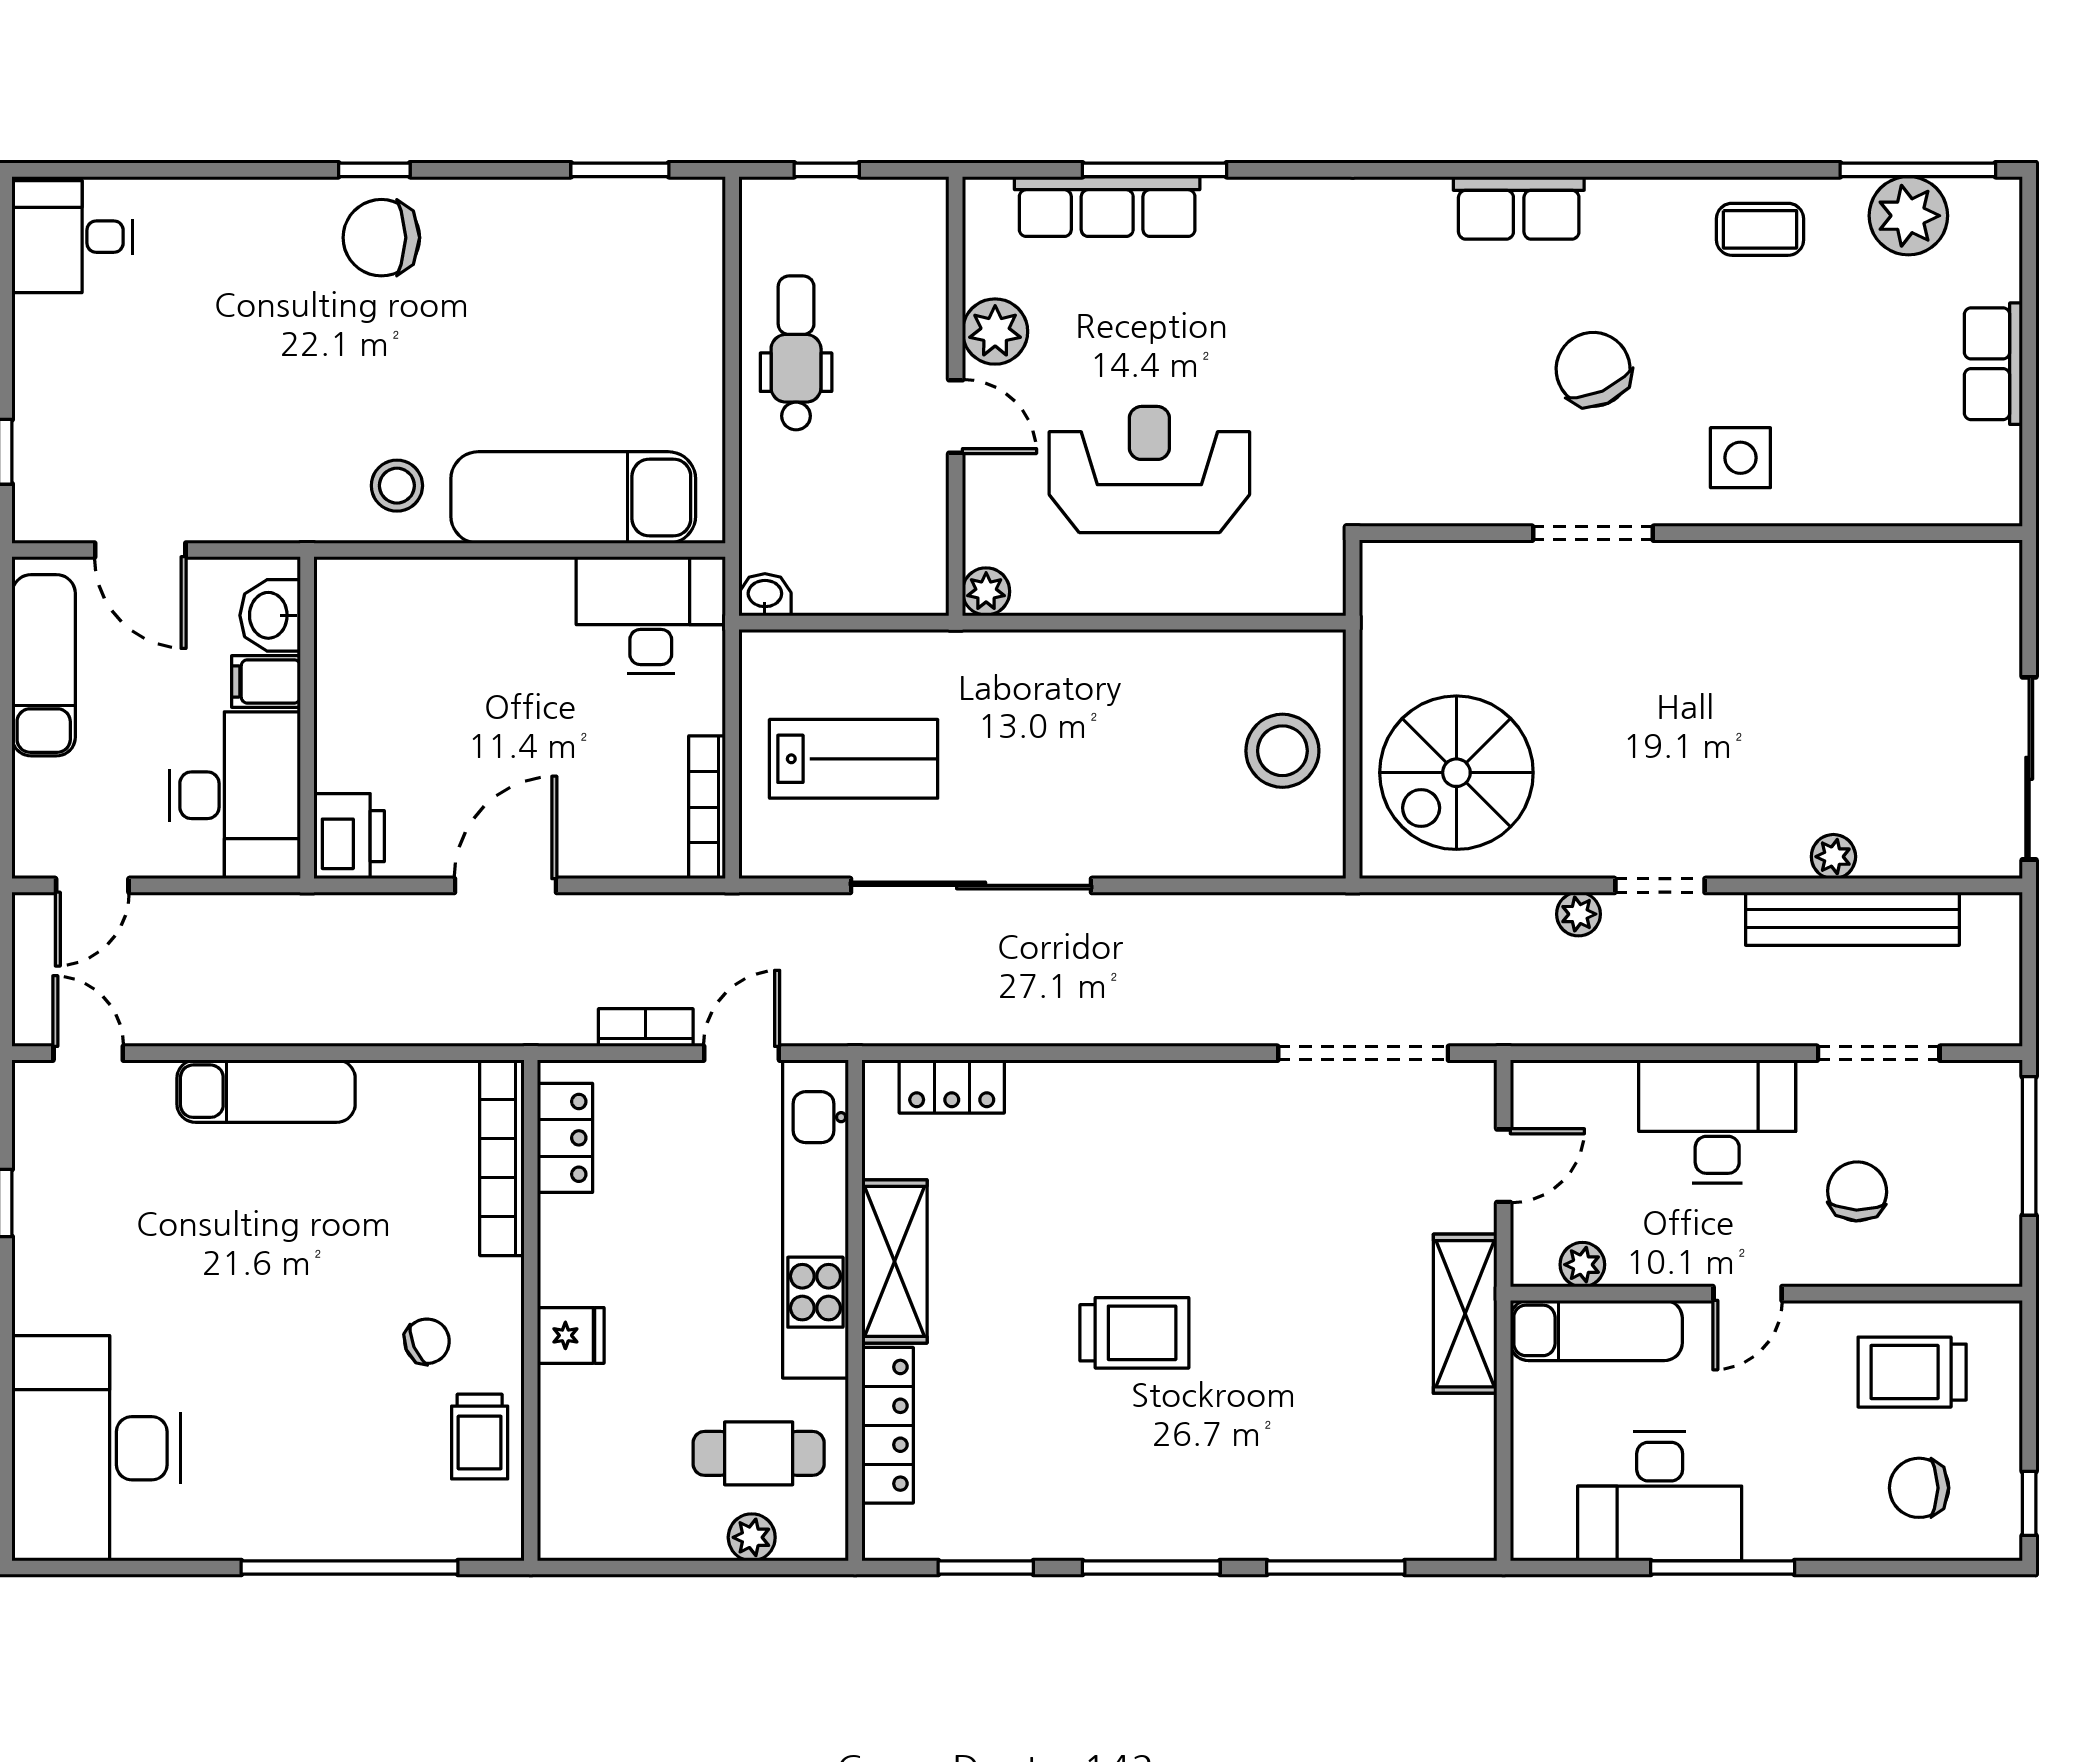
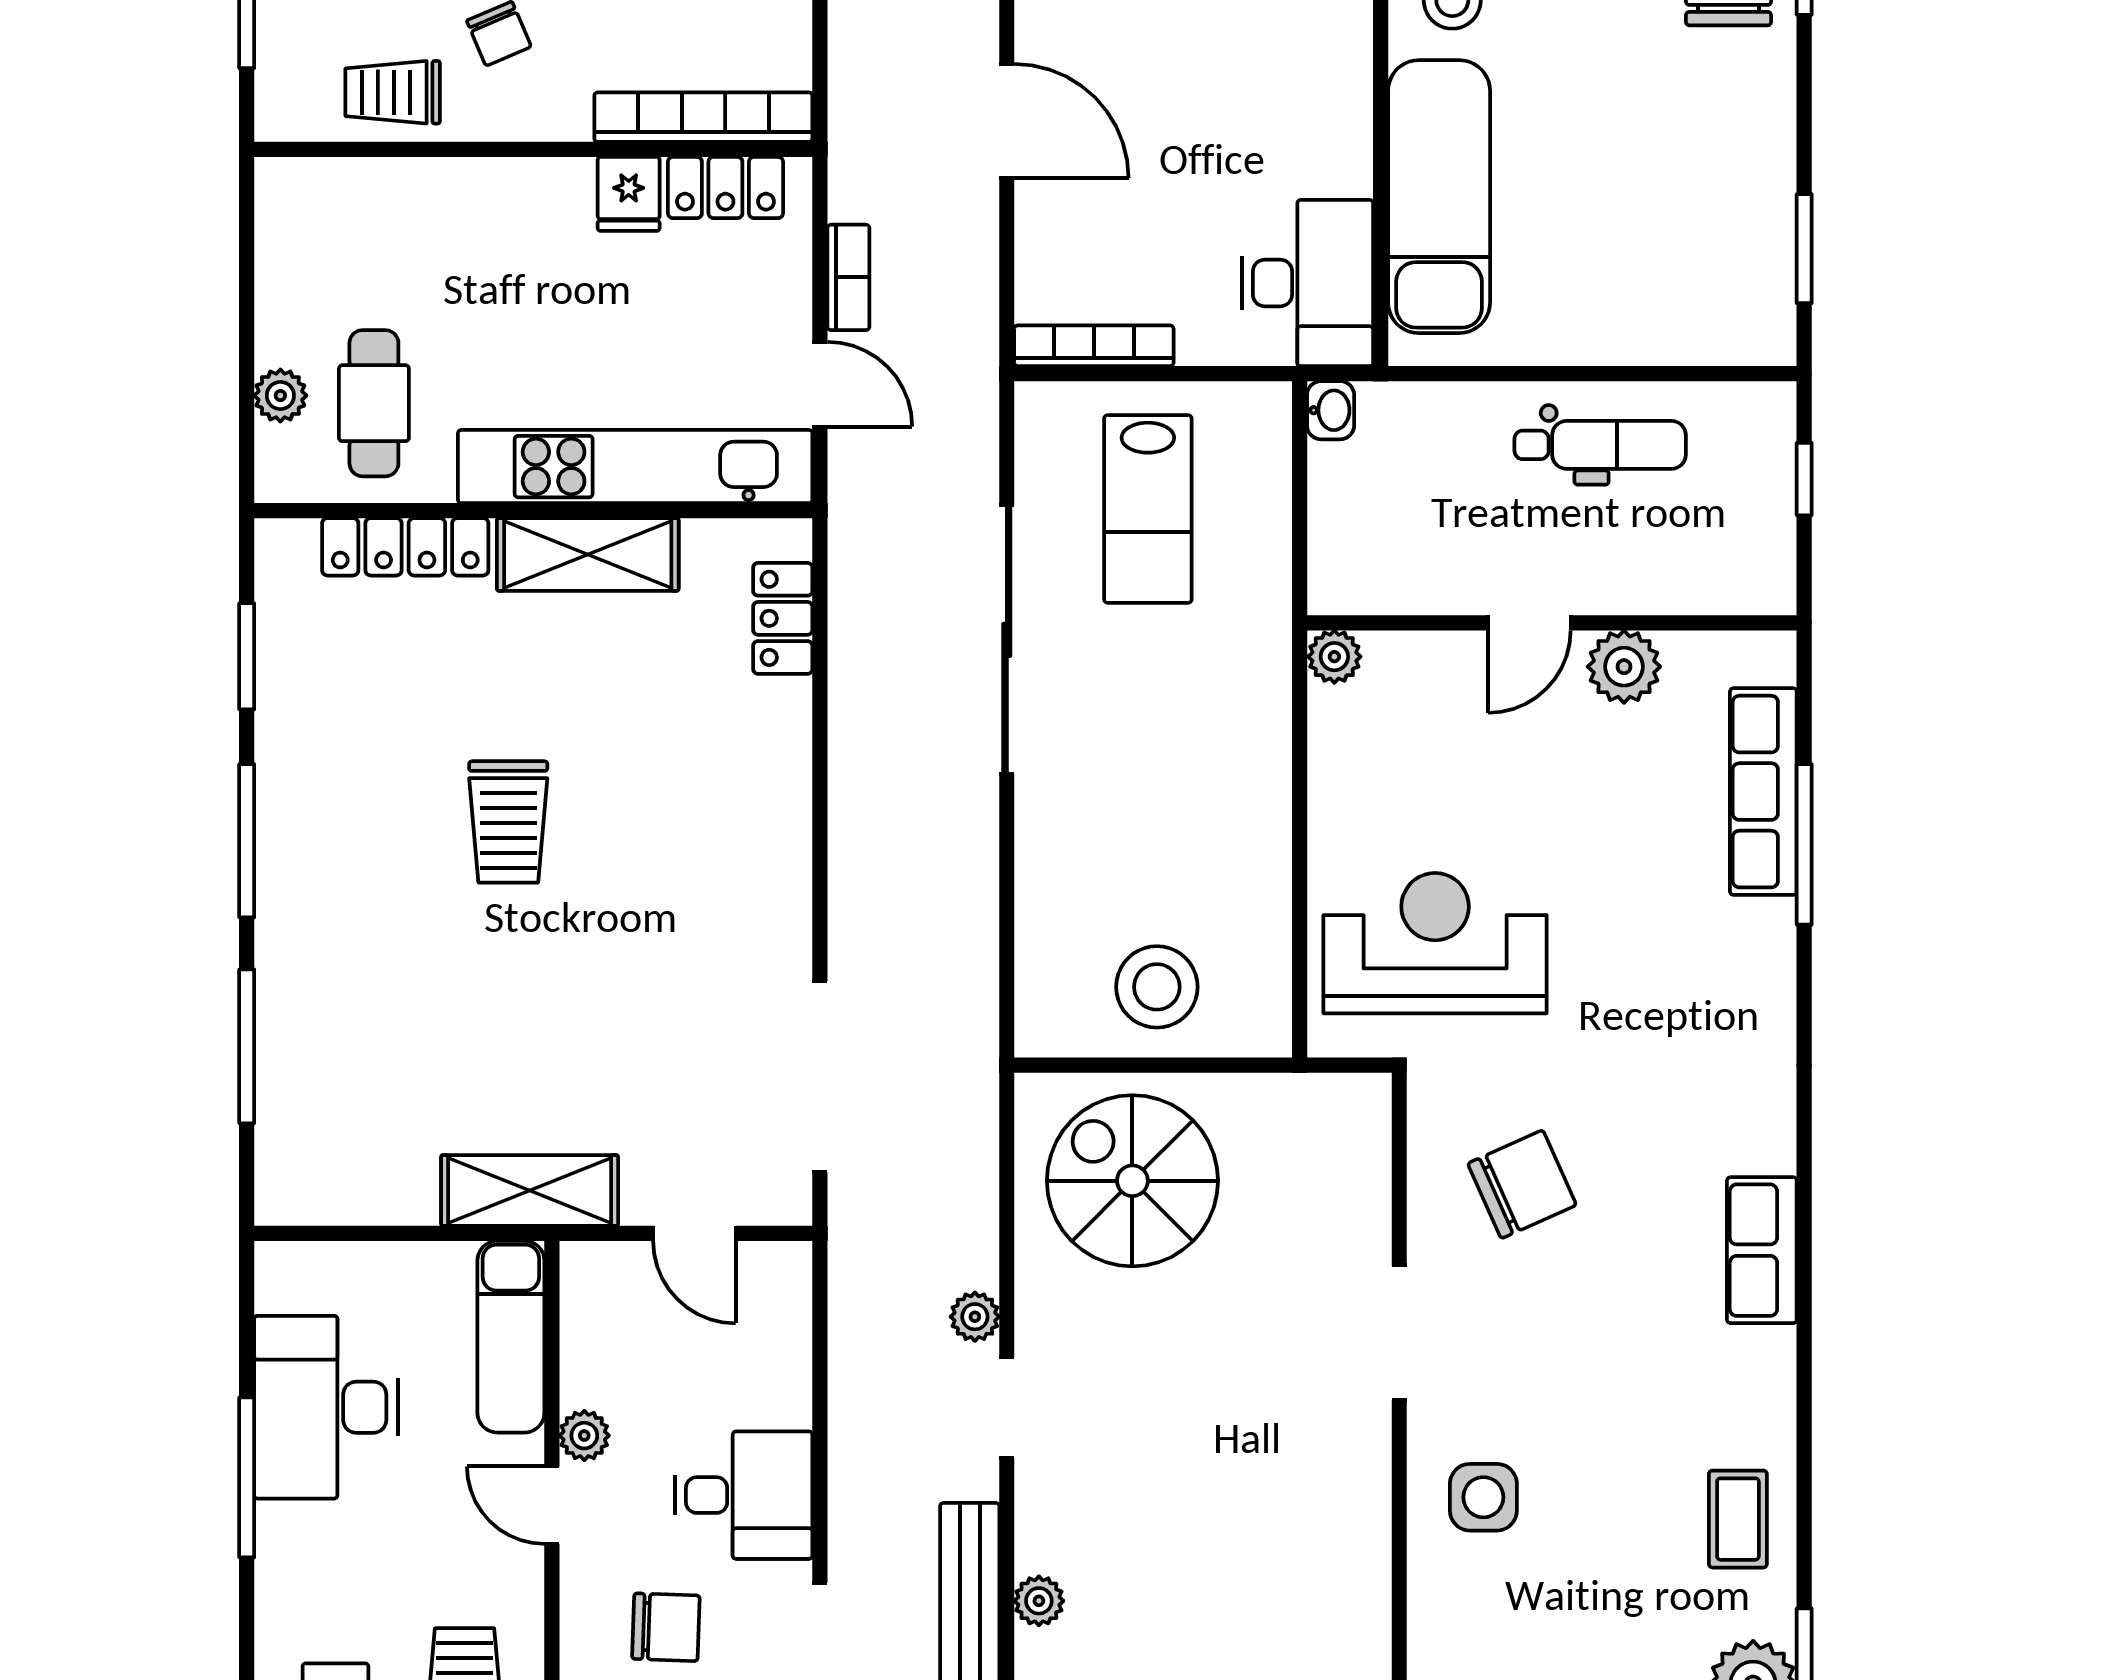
chair: (1593, 369) -> (1522, 1184), moved
reception desk: (1149, 470) -> (1435, 943), moved, turned -90
desk: (1717, 1122) -> (744, 1495), width x0.73
plant: (1582, 1265) -> (584, 1436), moved
fridge: (571, 1335) -> (629, 194), moved

